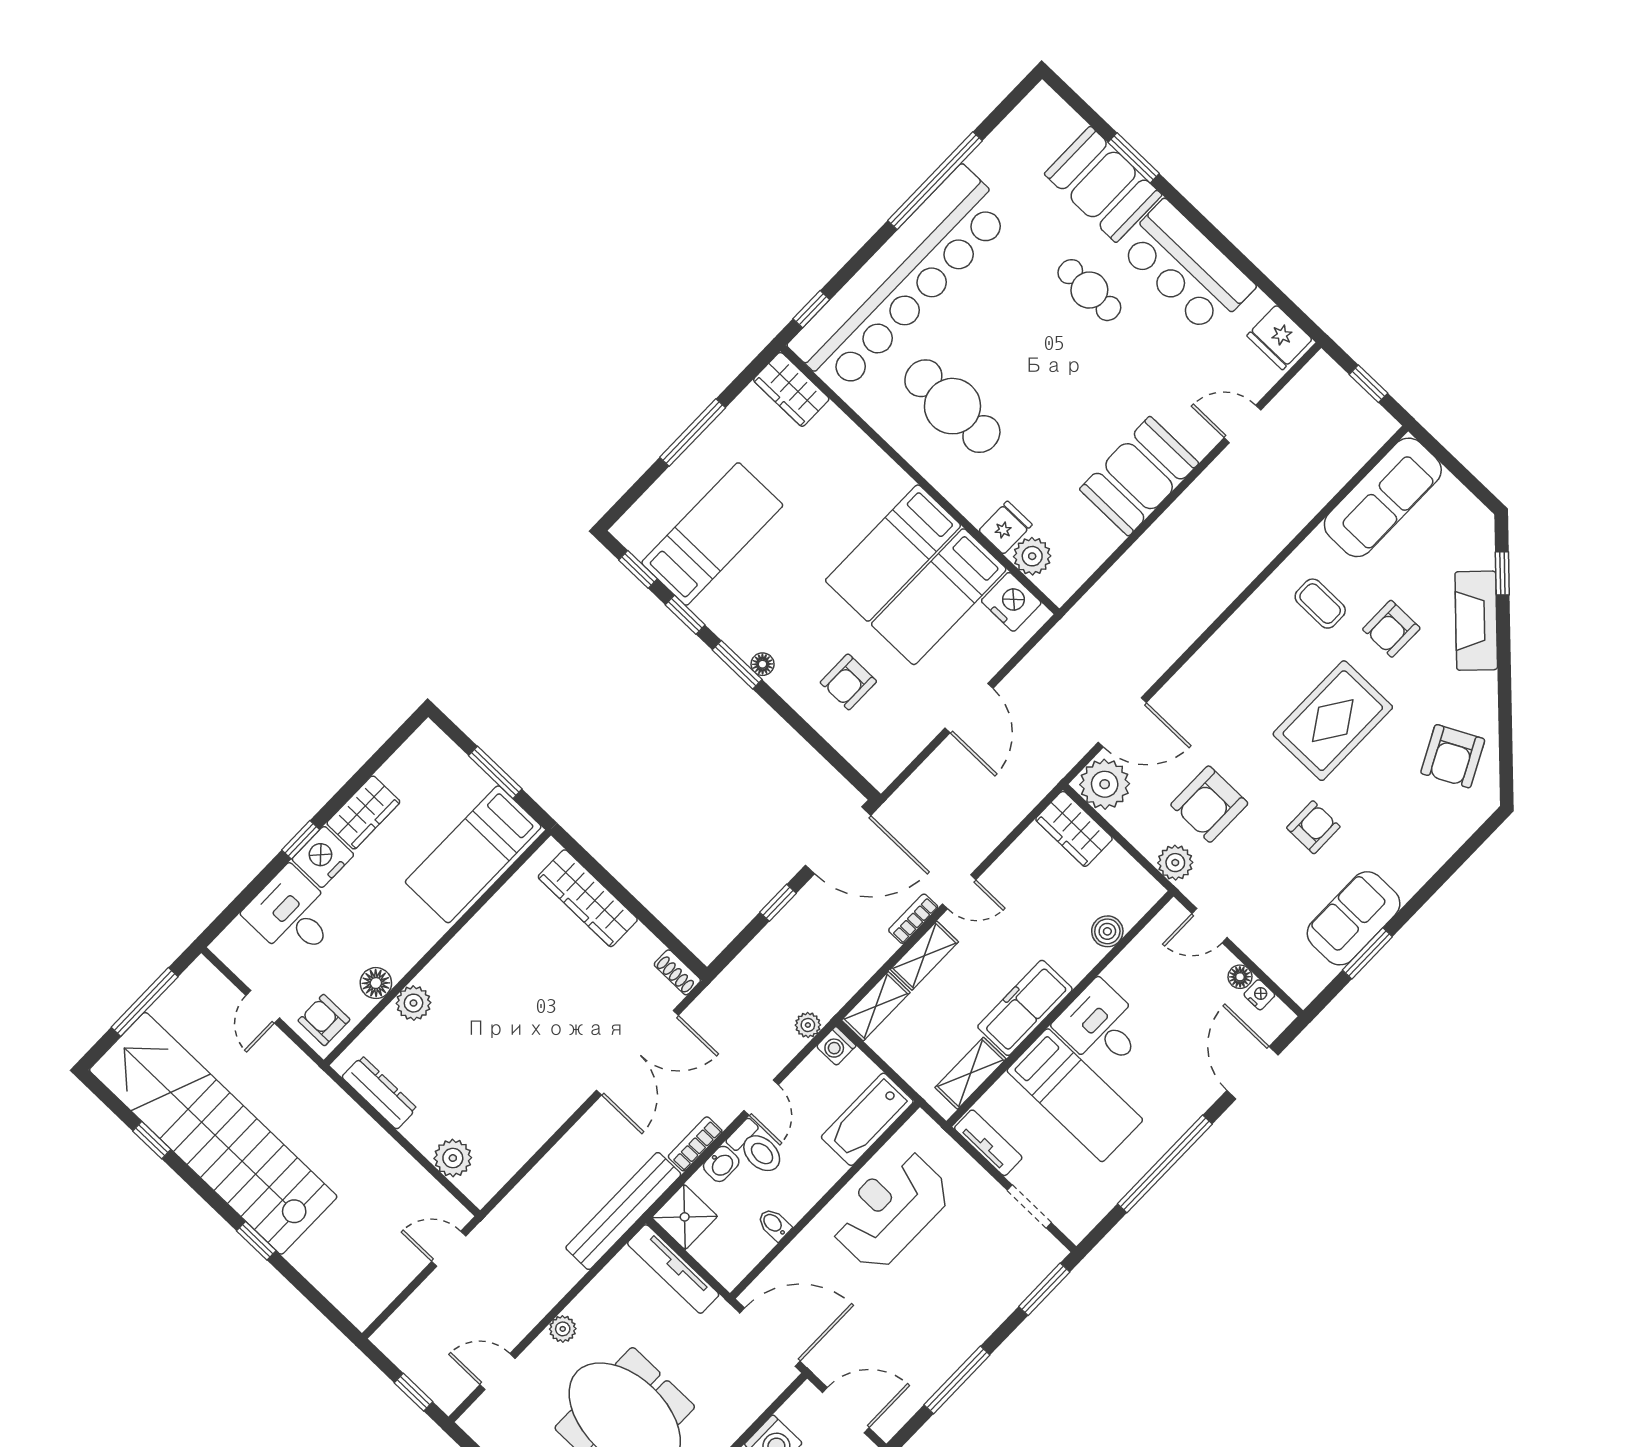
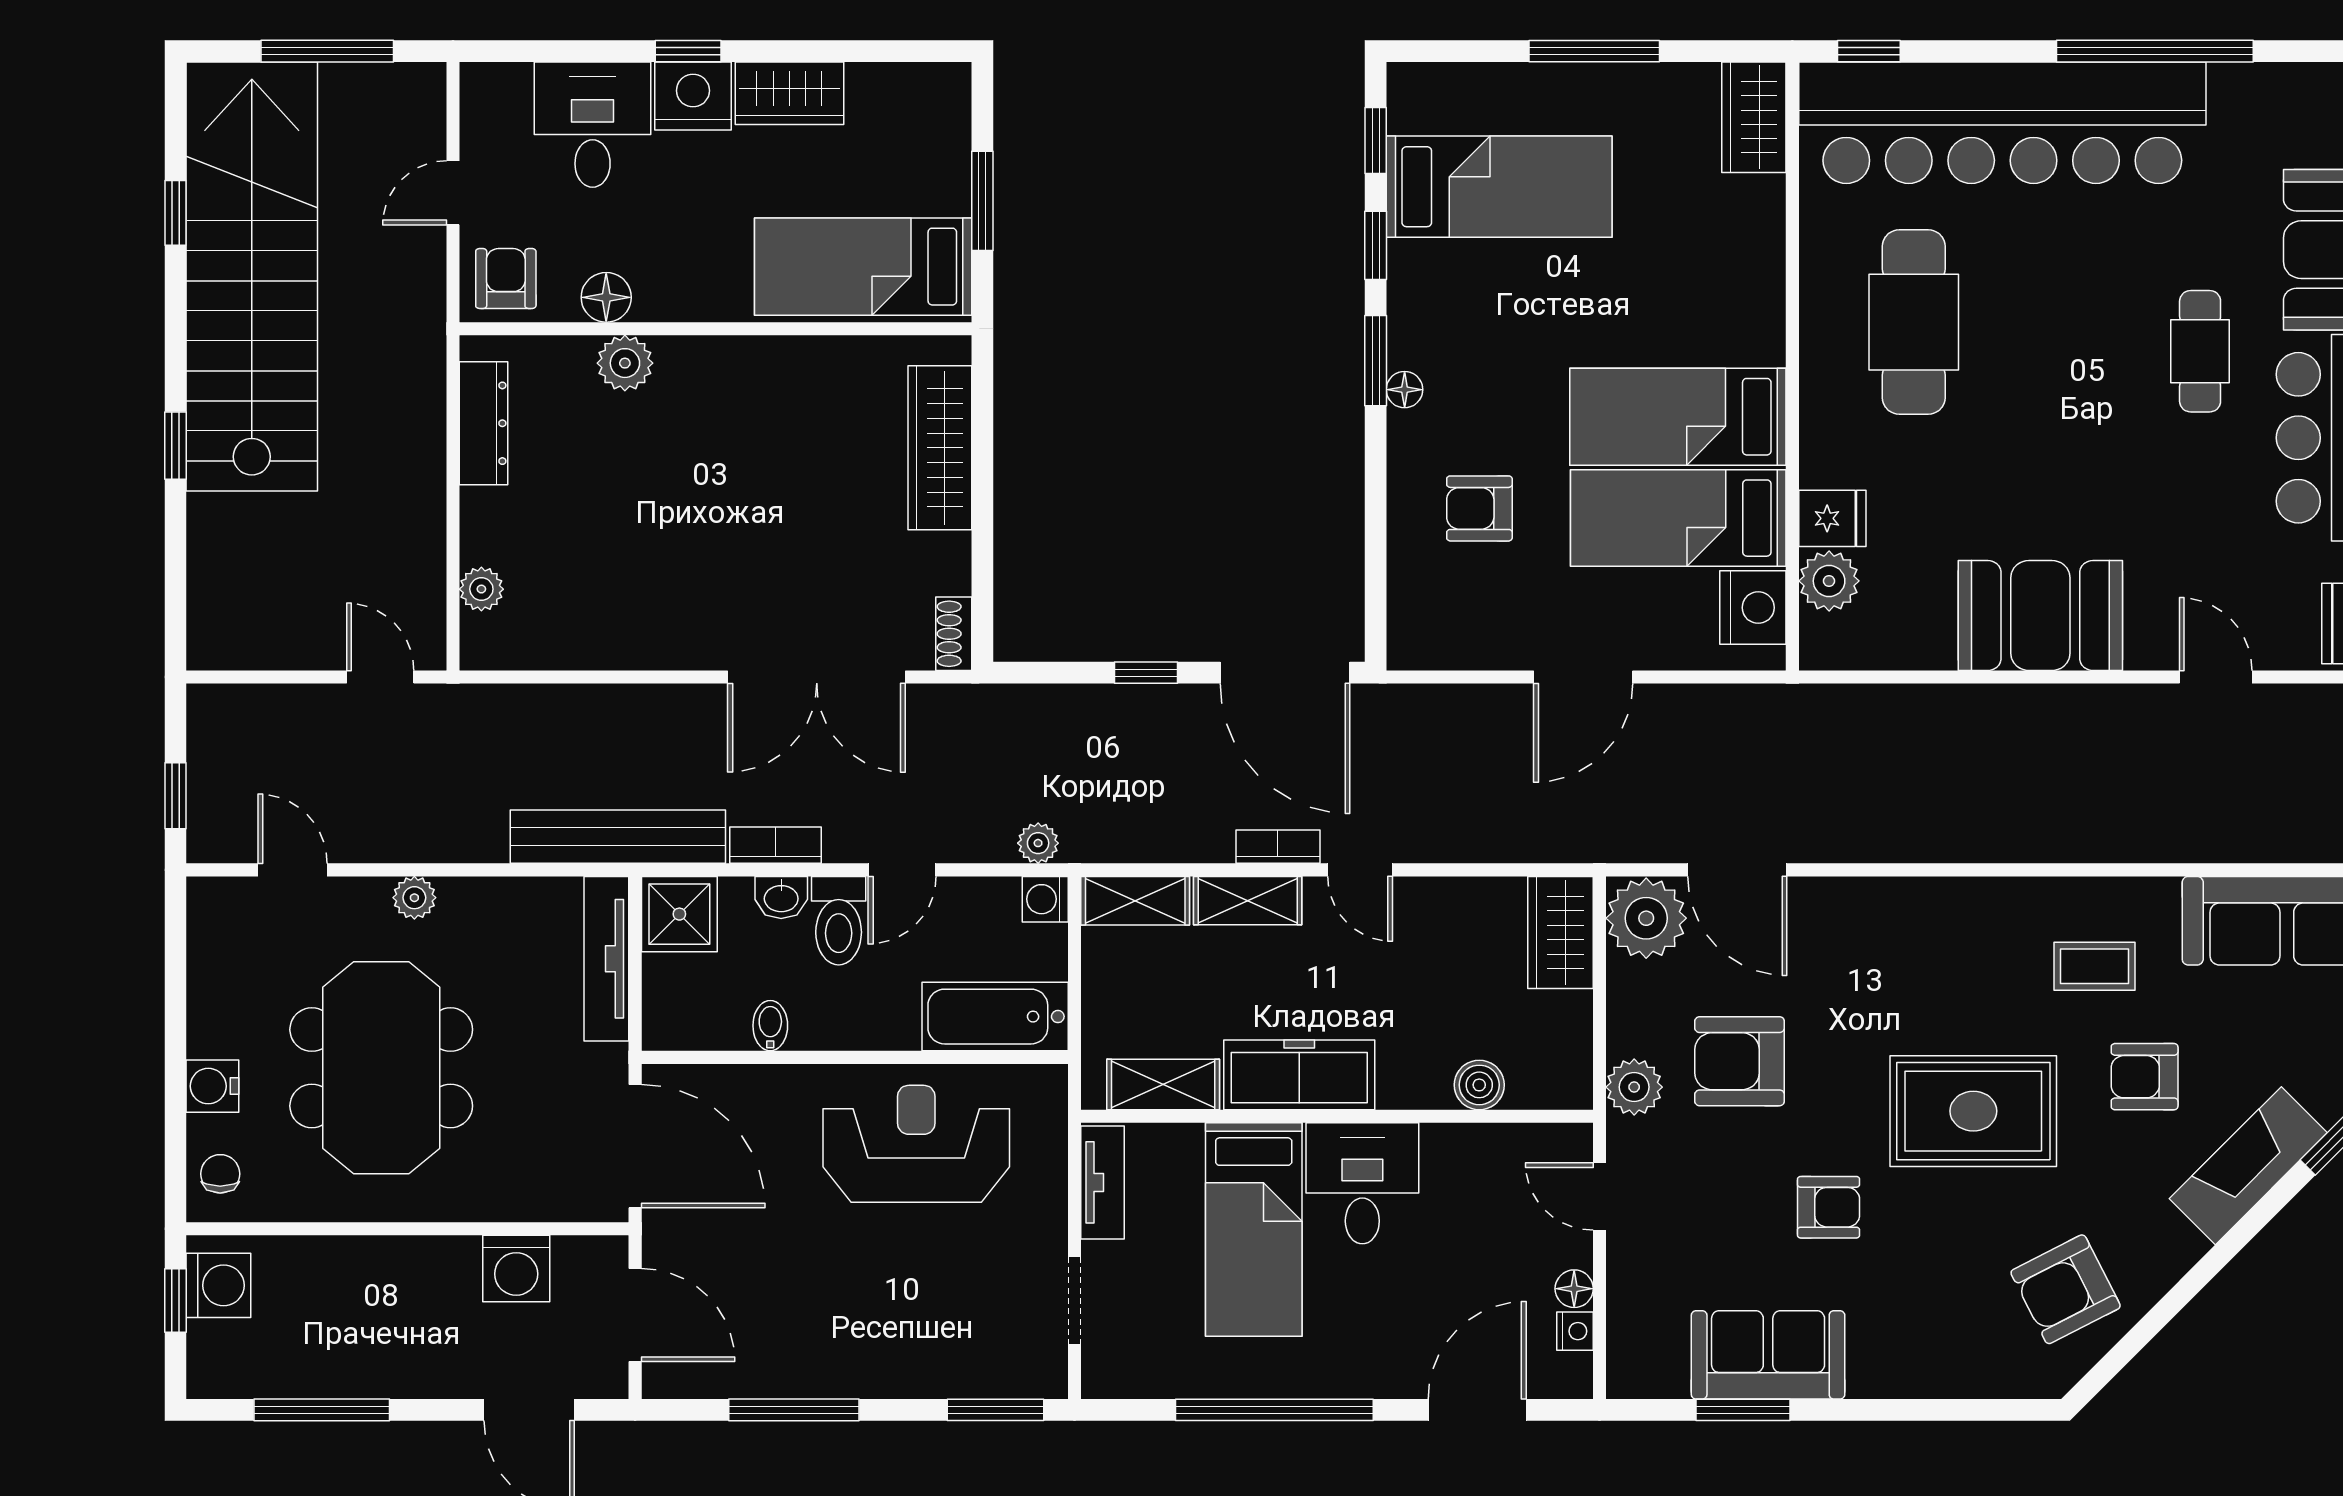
coffee table: (1320, 604) -> (2094, 966), turned 90
plant: (453, 1158) -> (481, 589), width x0.73, depth x0.73

